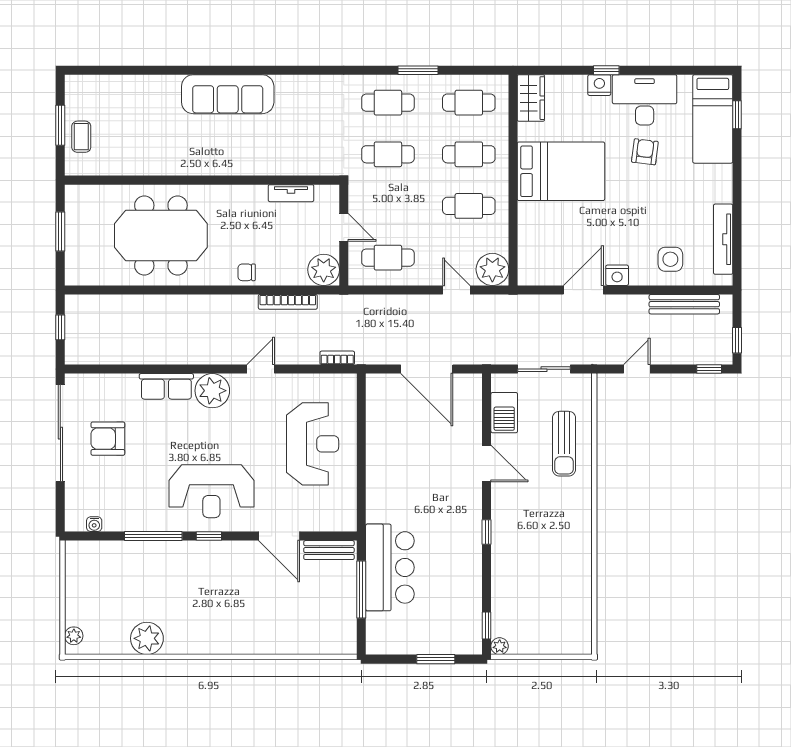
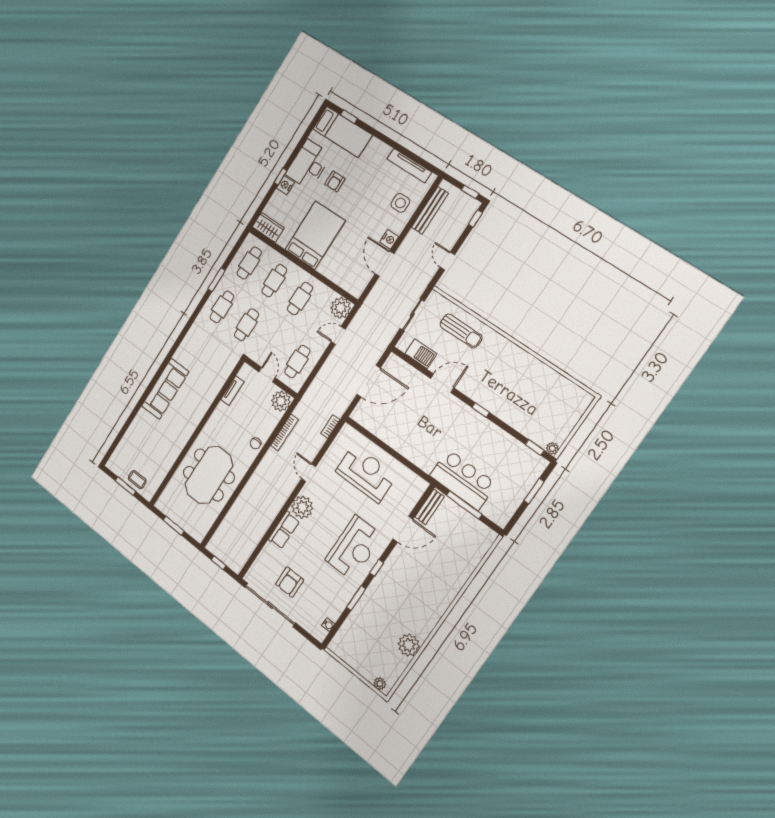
armchair: (645, 152) -> (335, 181), turned -97
door: (344, 227) -> (267, 375), hinge flipped
window: (153, 536) -> (356, 598), width x0.69

